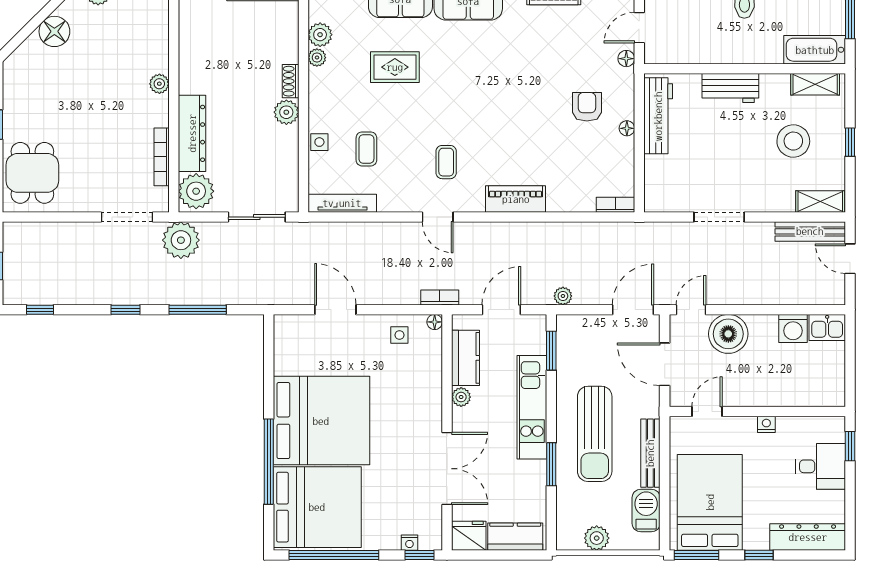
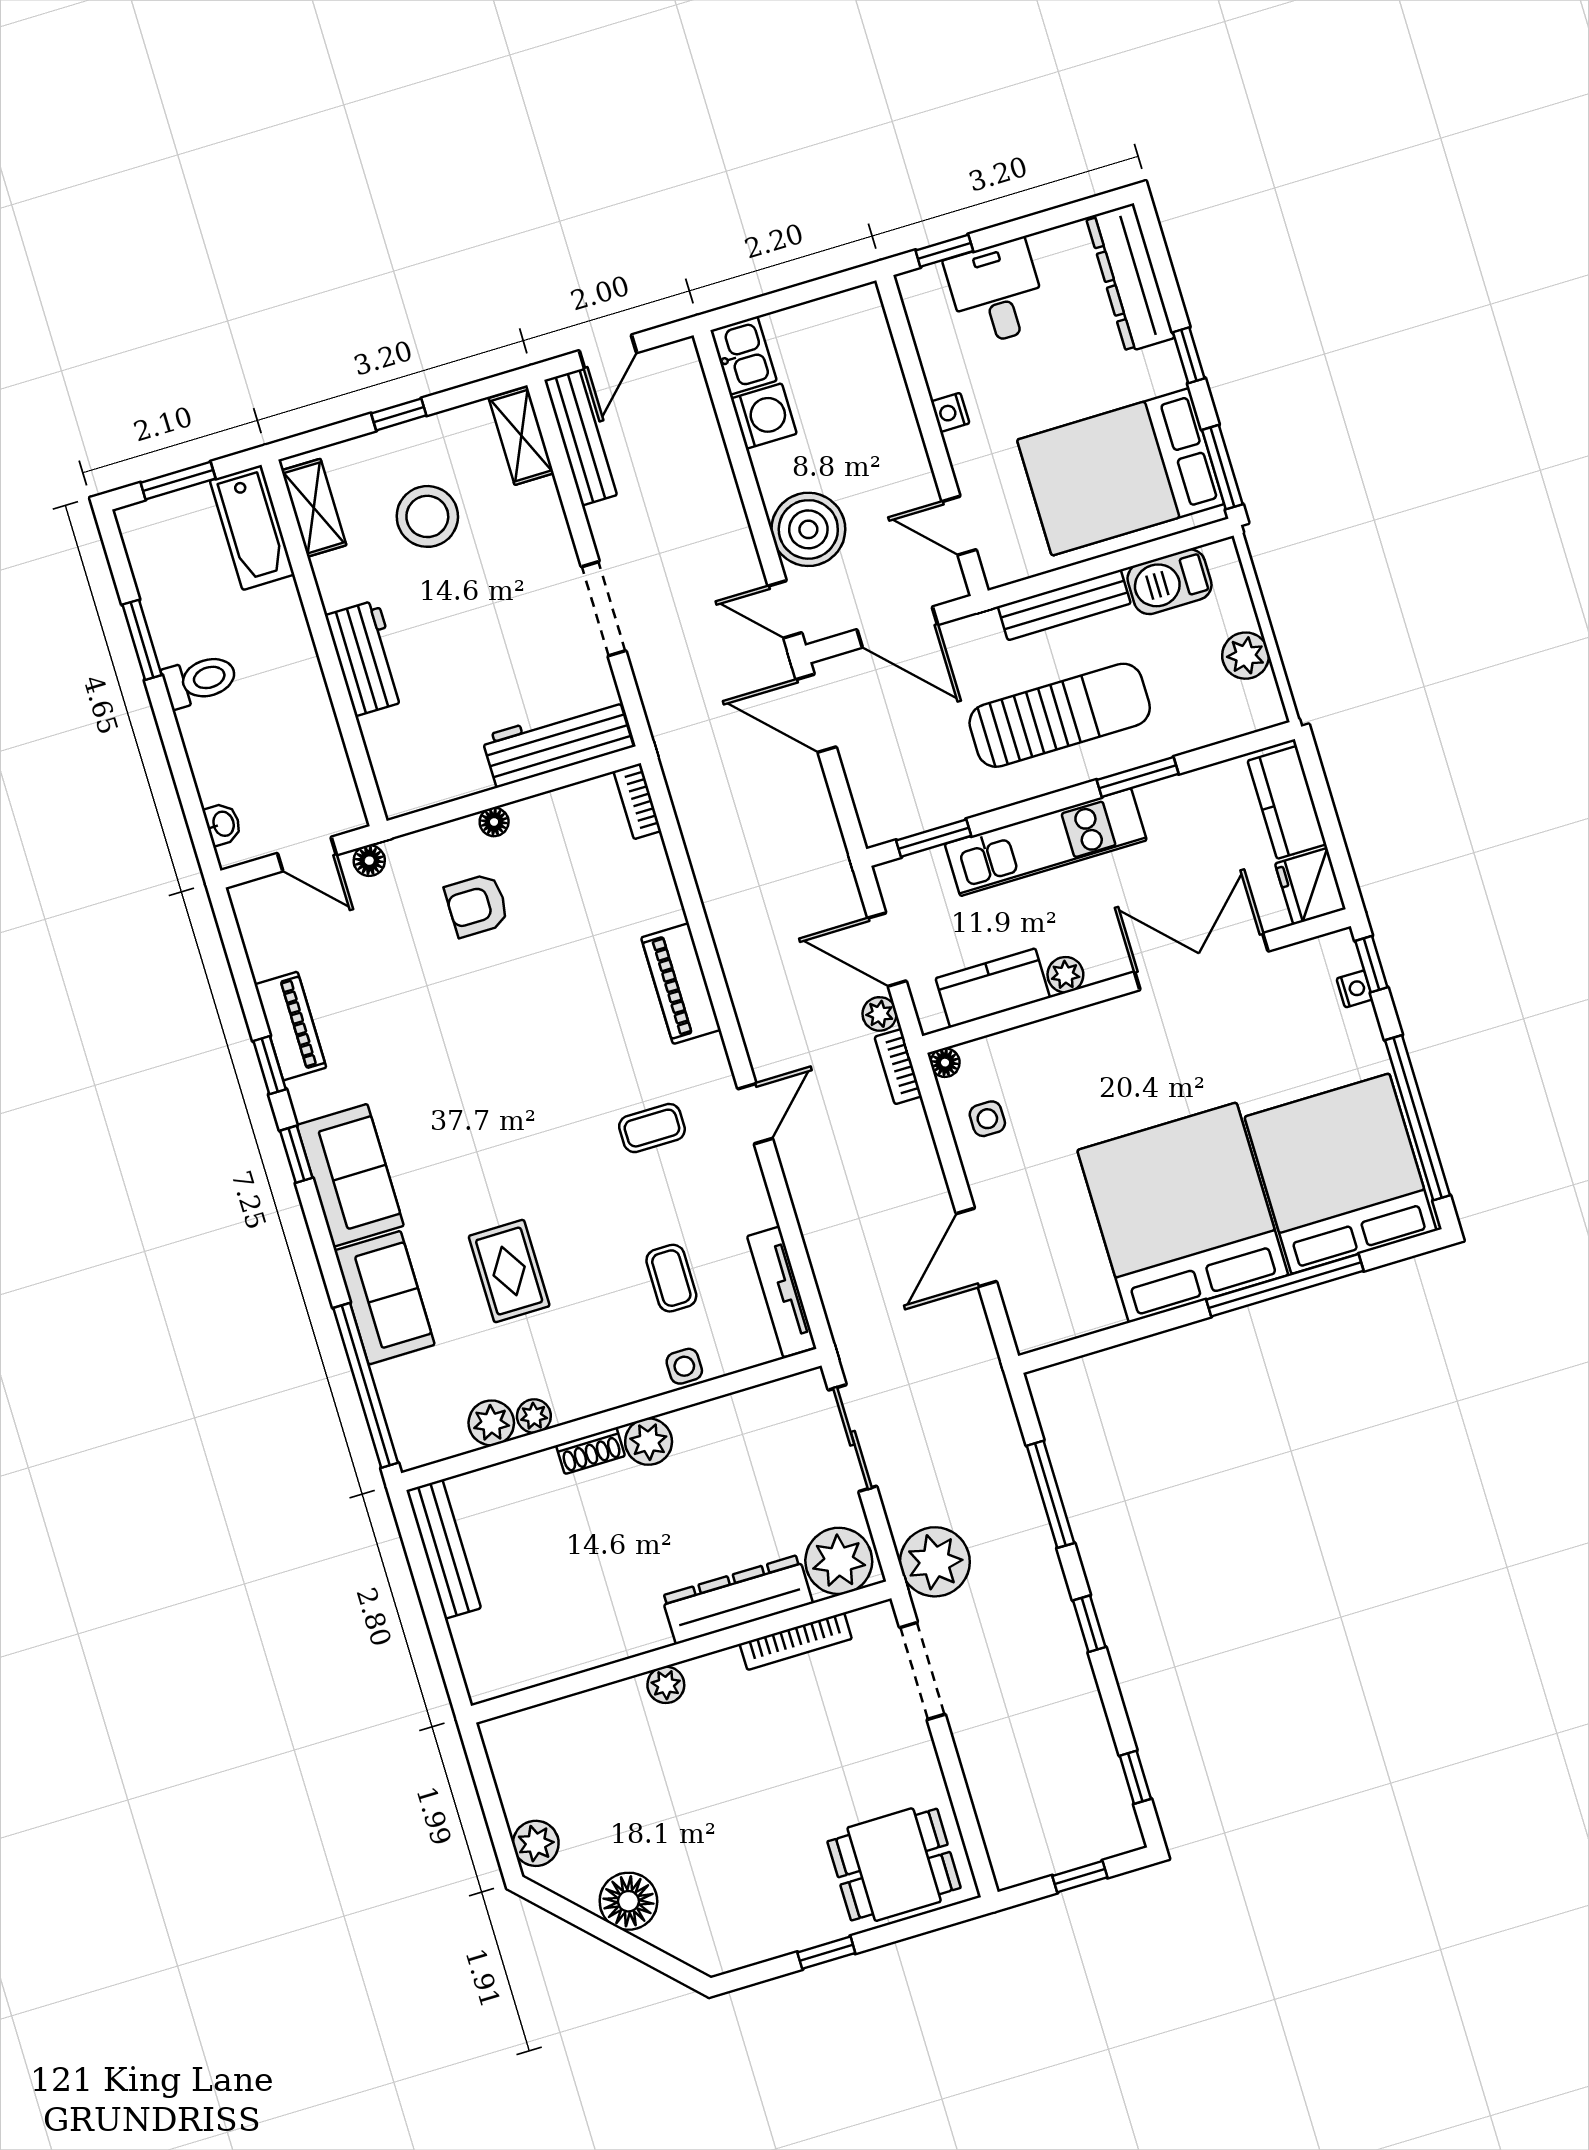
workbench: (658, 116) -> (557, 742), moved
coffee table: (366, 149) -> (671, 1278), turned 90
plant: (563, 296) -> (880, 1014), moved
door: (665, 364) -> (897, 627), hinge flipped

